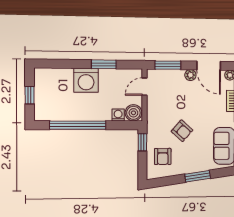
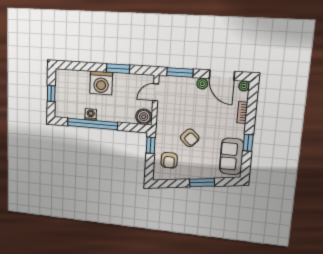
washing machine: (118, 115) -> (91, 114), moved

